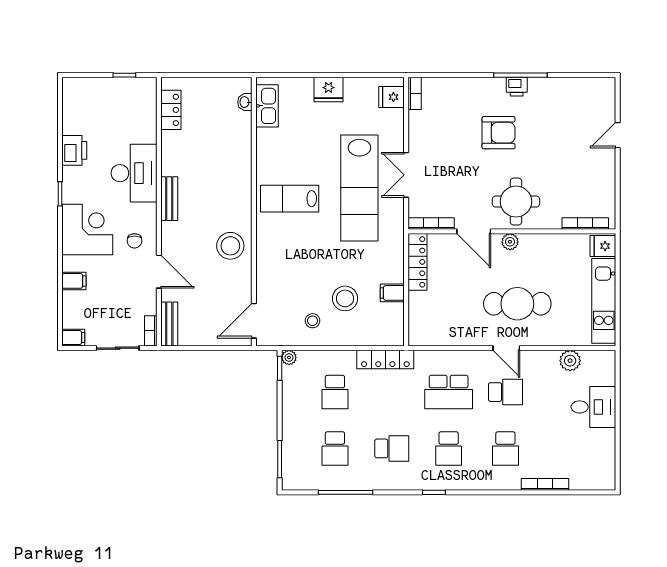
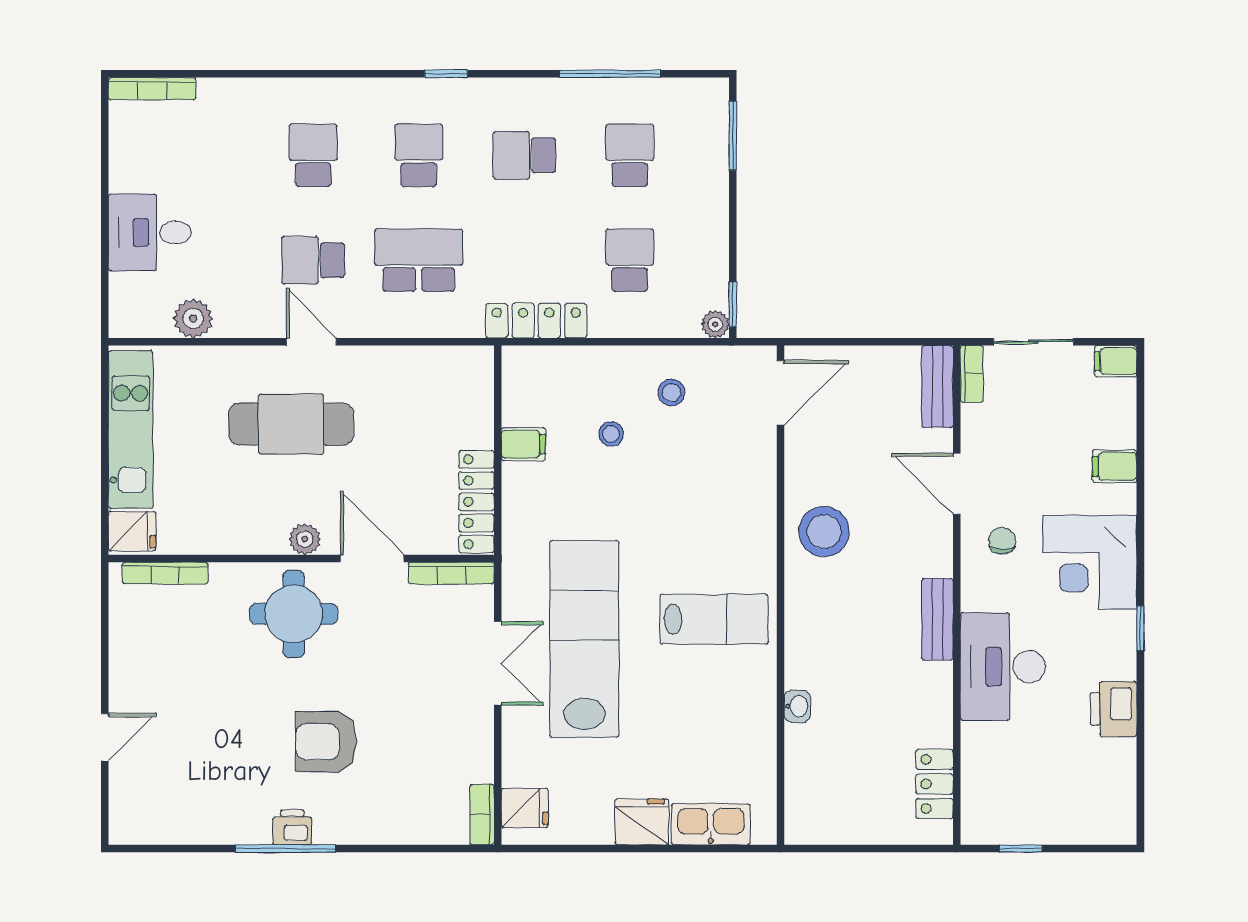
washbasin: (245, 102) -> (797, 706), moved
kitchen sink: (267, 106) -> (711, 824), moved, turned 90
stool: (345, 298) -> (611, 434), width x0.53, depth x0.53
bookcase: (545, 484) -> (152, 89), moved

